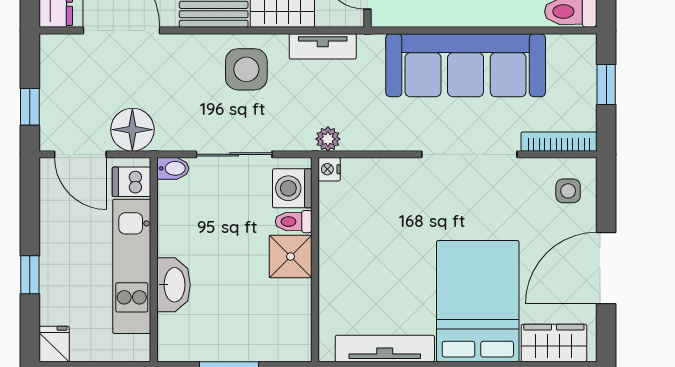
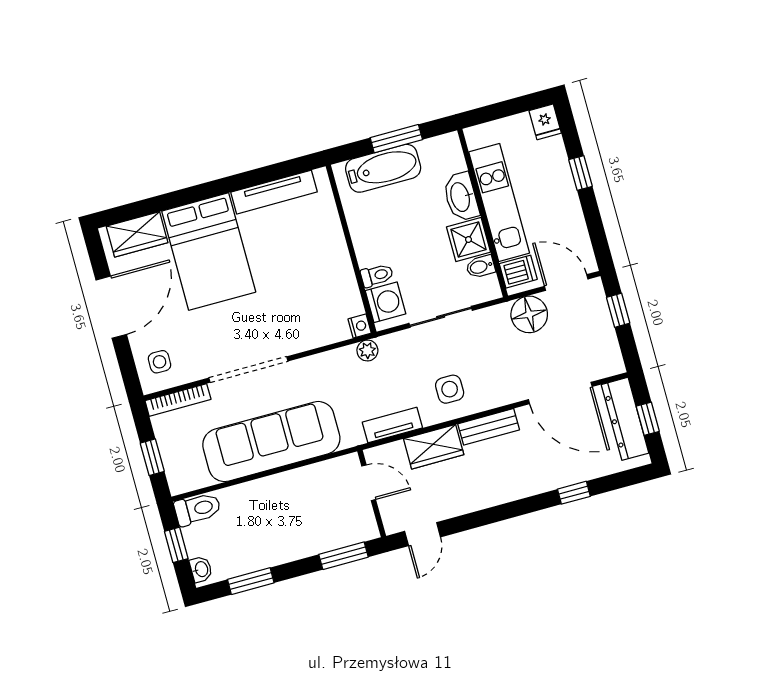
side table: (246, 69) -> (450, 389), width x0.73, depth x0.73
bidet: (173, 168) -> (481, 267), moved
shower: (291, 257) -> (468, 240), moved
bathtub: (253, 342) -> (383, 168), added

